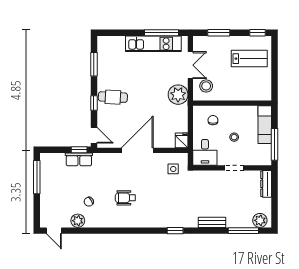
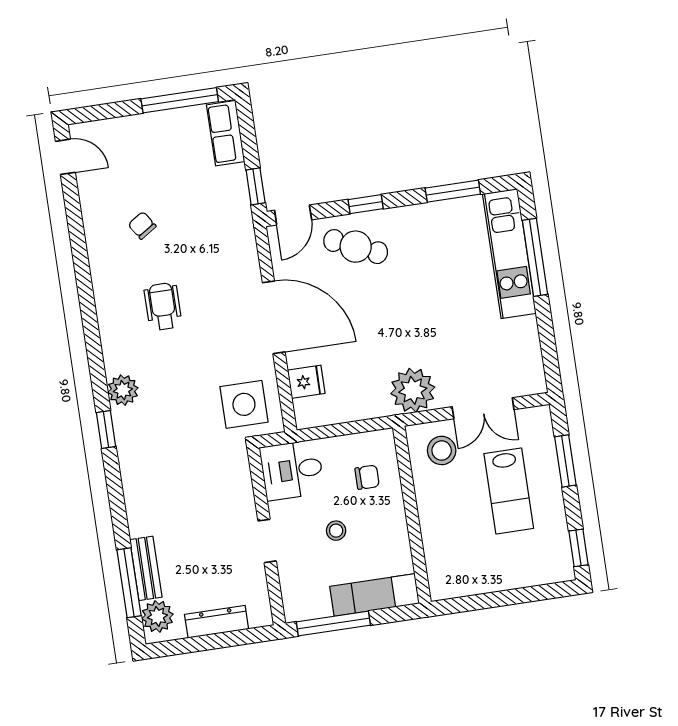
window: (162, 33) -> (535, 257), moved
kitchen unit: (153, 44) -> (509, 254), moved
lab bench: (249, 59) -> (509, 491), moved
cafe table: (113, 97) -> (356, 247), moved, turned -69
fridge: (182, 140) -> (306, 382), moved
row of seats: (79, 159) -> (226, 133), moved
side table: (173, 169) -> (244, 404), width x1.87, depth x1.87
dresser: (266, 184) -> (217, 622), moved
plant: (78, 221) -> (123, 390), moved
bench: (212, 222) -> (146, 568), moved
door: (54, 231) -> (65, 157), swing flipped

